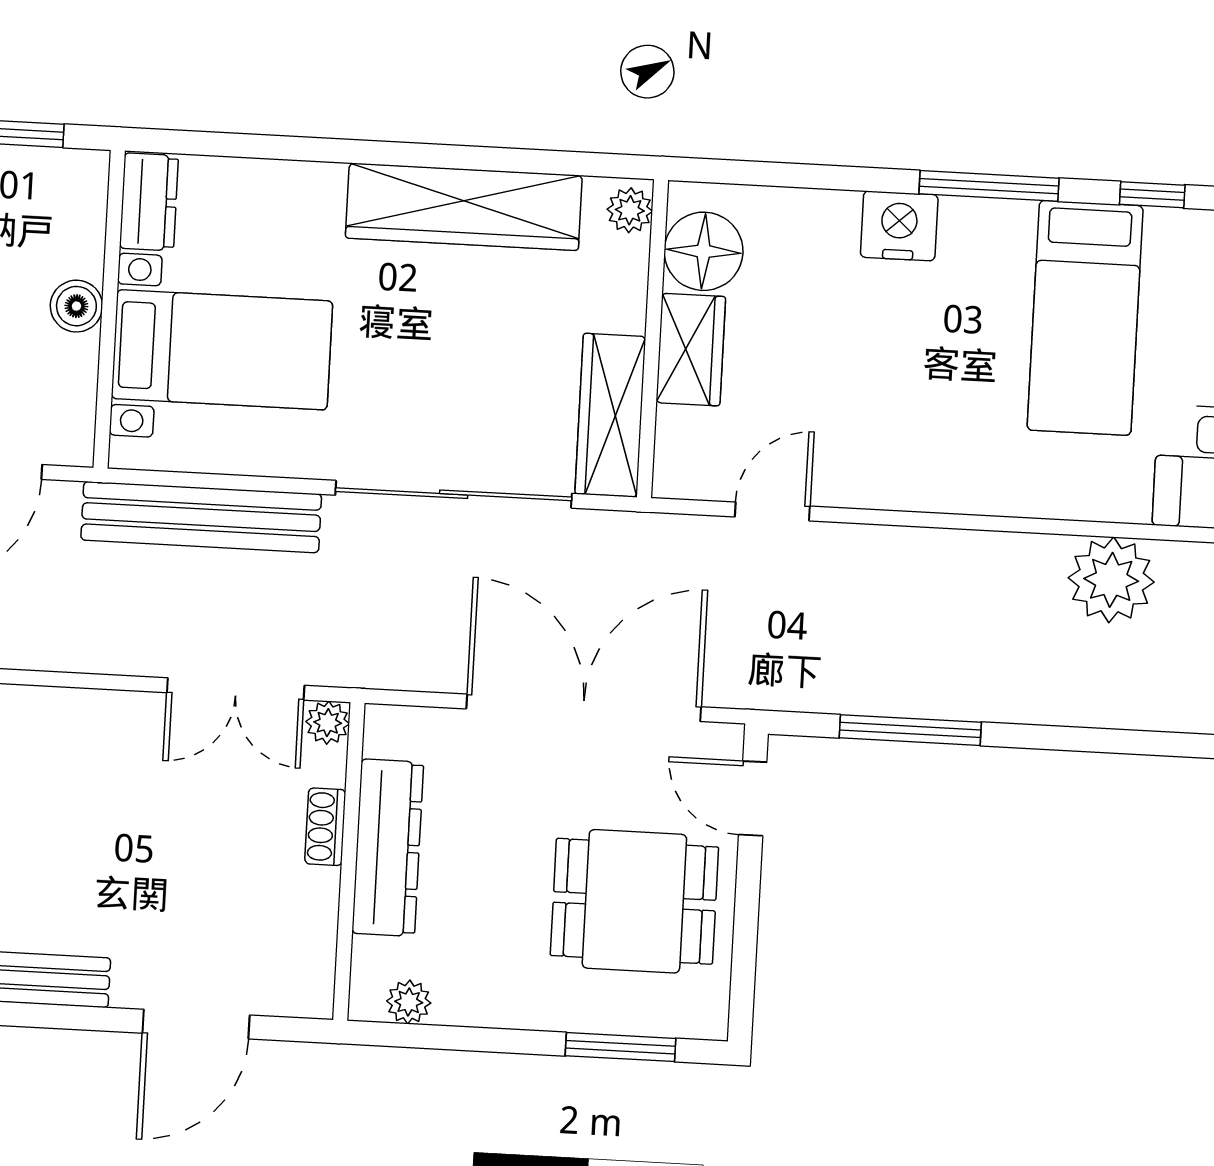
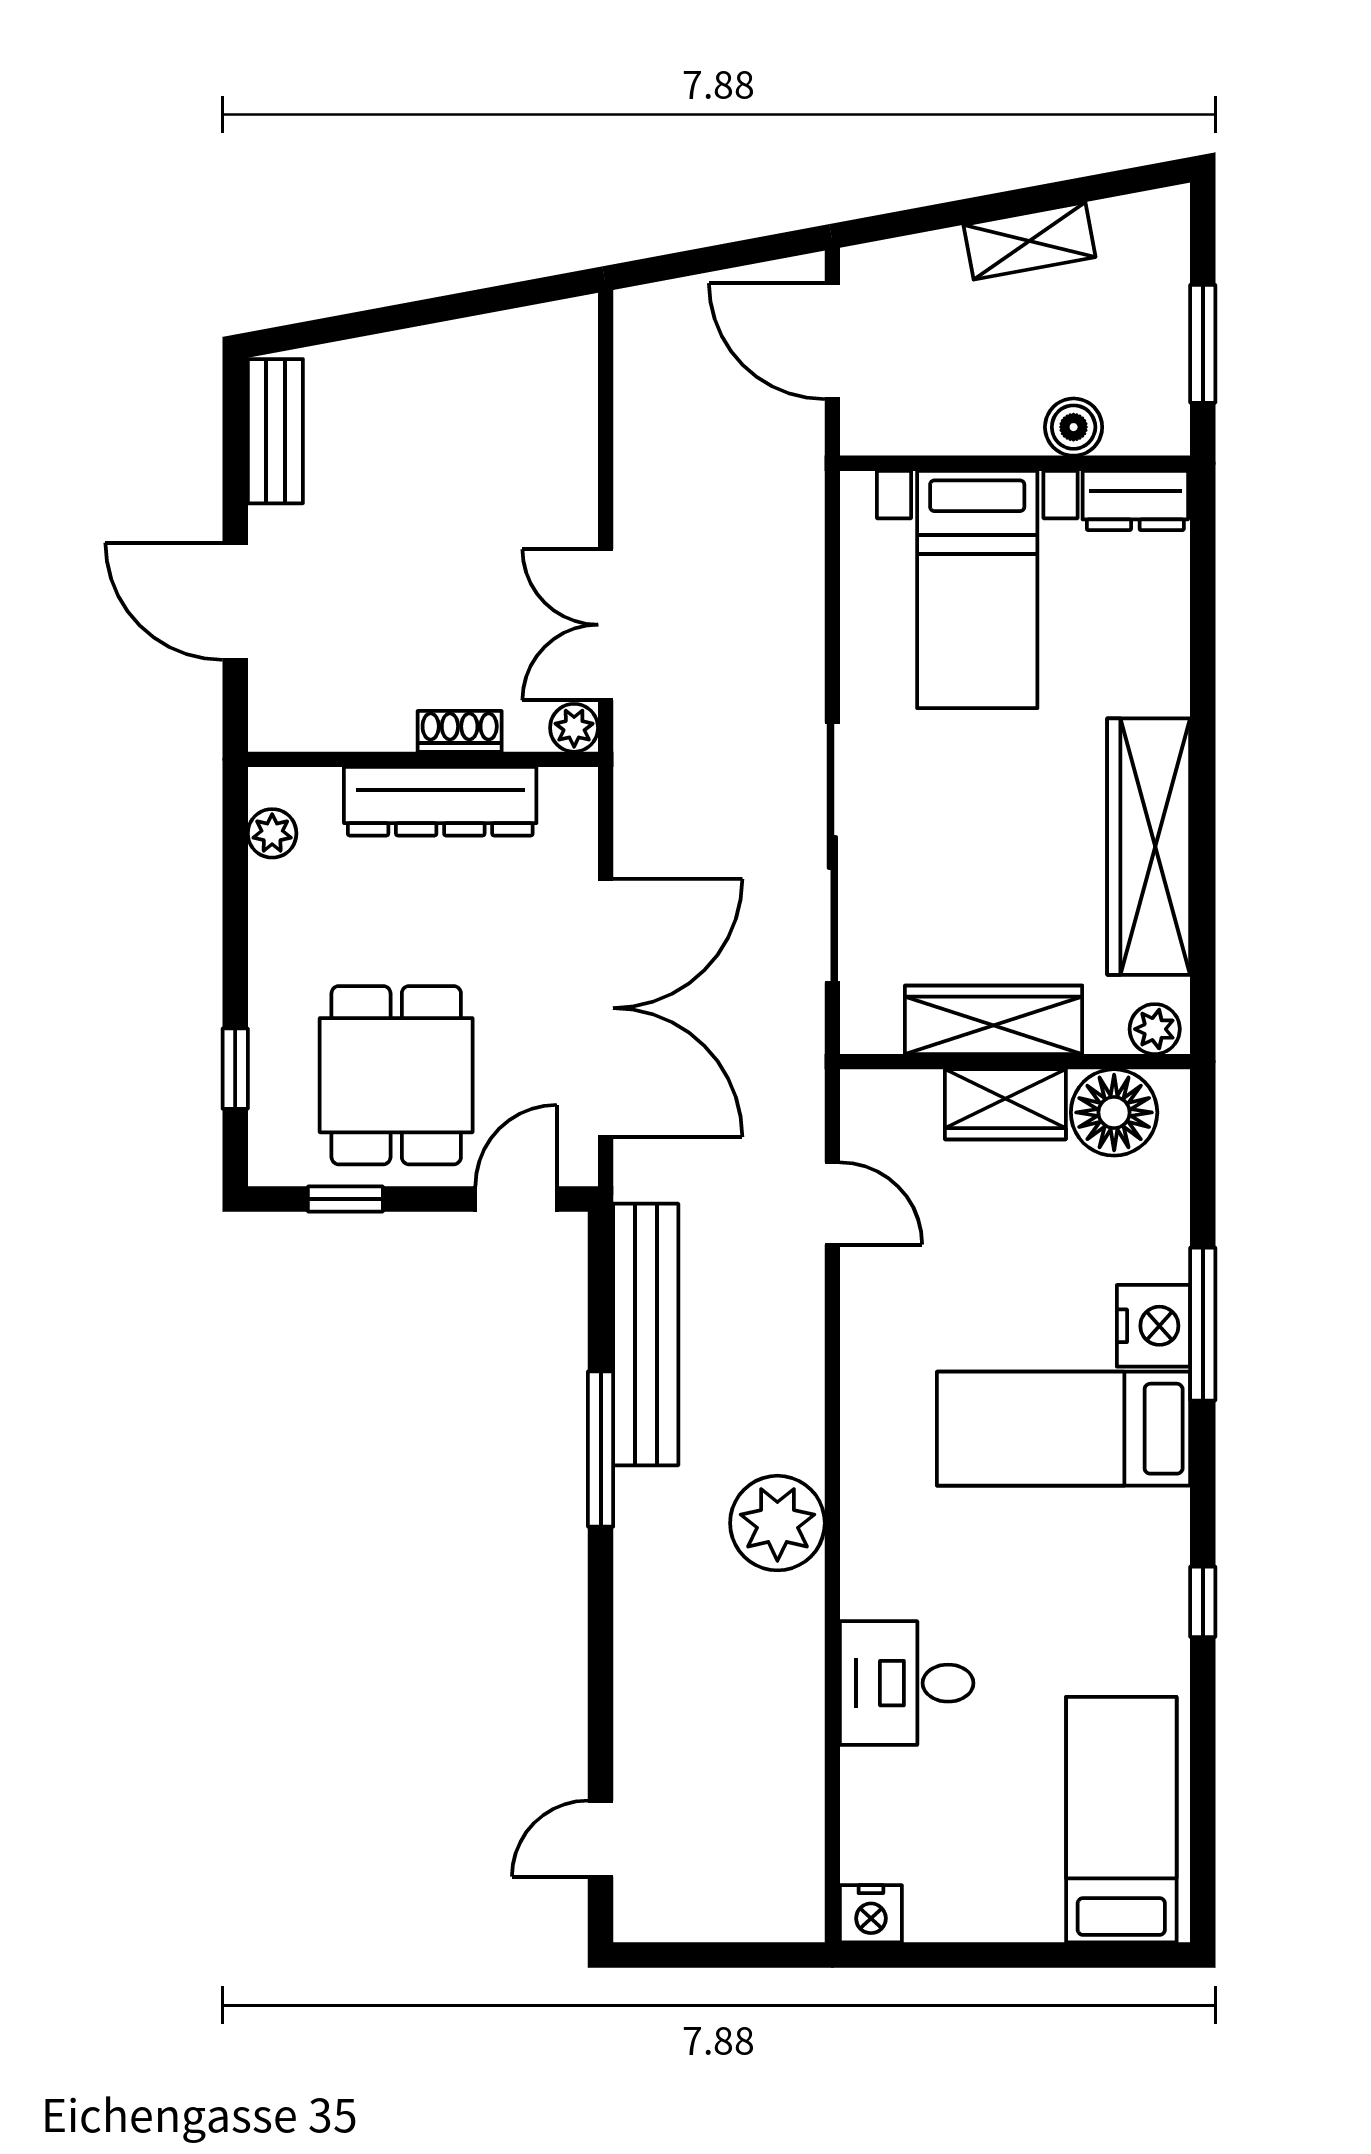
window: (989, 186) -> (1203, 1324), moved
boiler: (76, 306) -> (1074, 427), moved
bed: (1085, 318) -> (1064, 1429), moved
wardrobe: (610, 415) -> (994, 1020), moved
bench: (201, 517) -> (646, 1335), moved
plant: (1111, 580) -> (777, 1523), moved
window: (910, 730) -> (601, 1449), moved
window: (744, 953) -> (345, 1199), added
window: (620, 1047) -> (235, 1069), width x0.67

